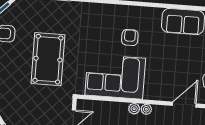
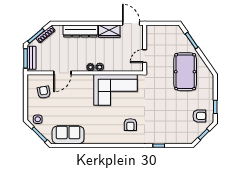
armchair: (130, 37) -> (130, 125), moved
pool table: (48, 59) -> (185, 72), moved

